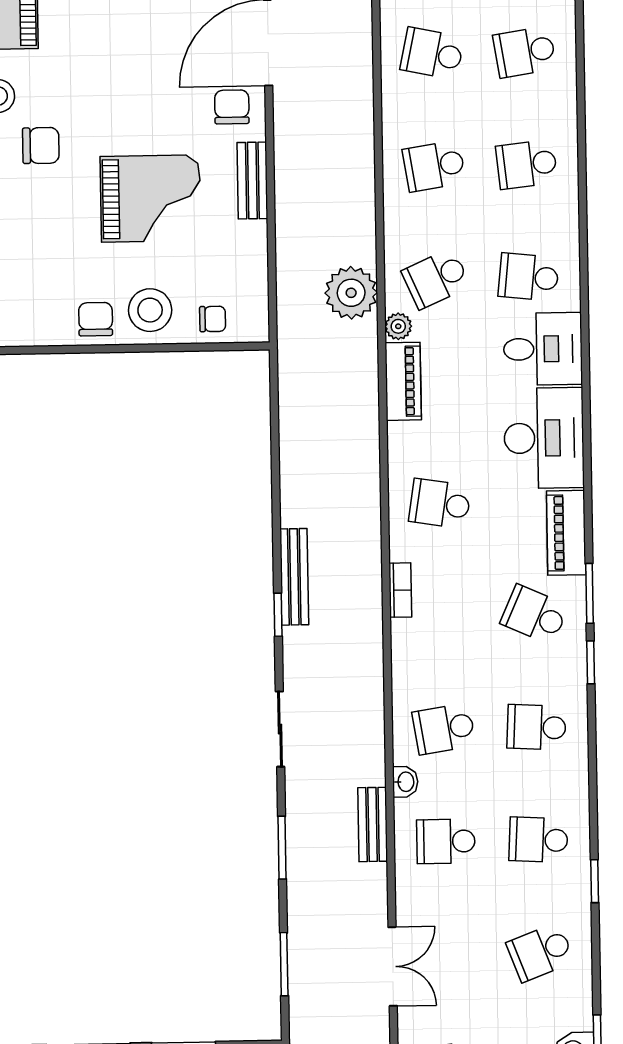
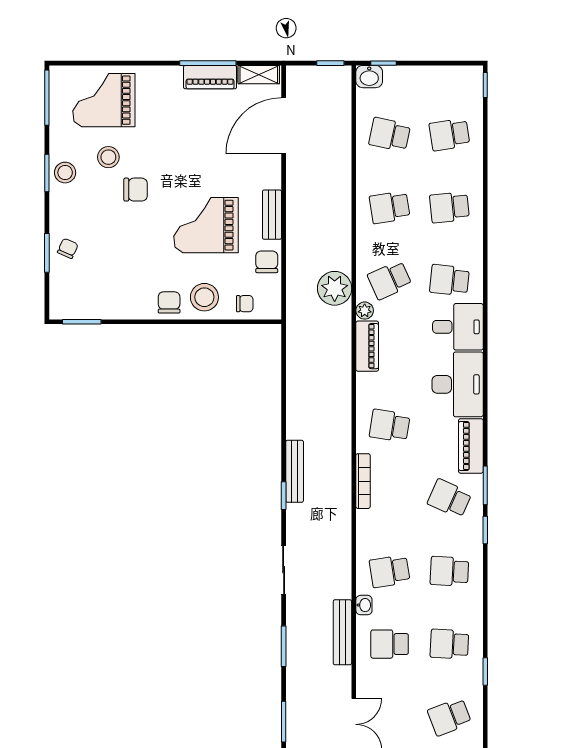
chair: (232, 107) -> (267, 262), moved
grand piano: (151, 199) -> (206, 225), turned 180
bookcase: (400, 590) -> (363, 481), width x1.56
bench: (373, 824) -> (342, 632), width x1.36

